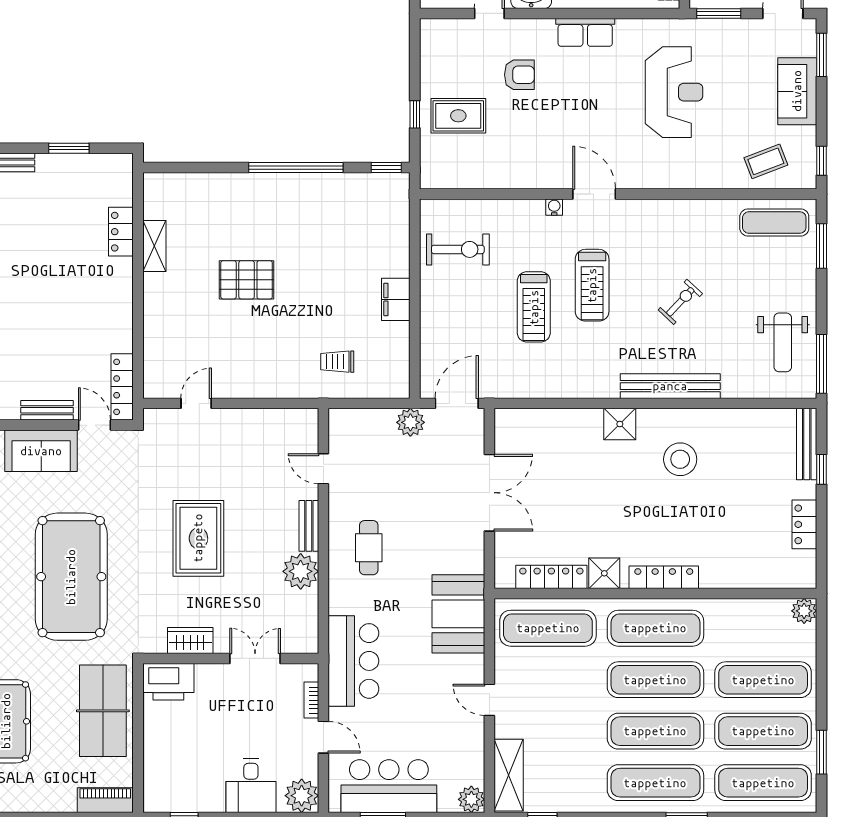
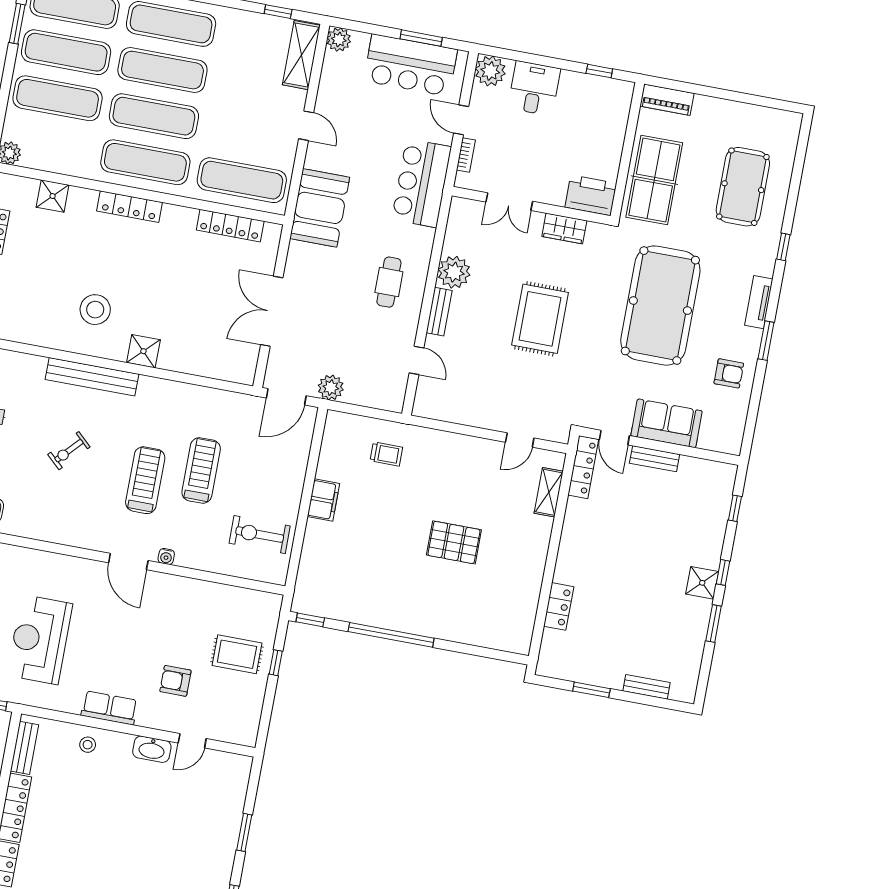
shelving: (154, 246) -> (549, 492), moved
shower: (604, 573) -> (53, 196), moved

